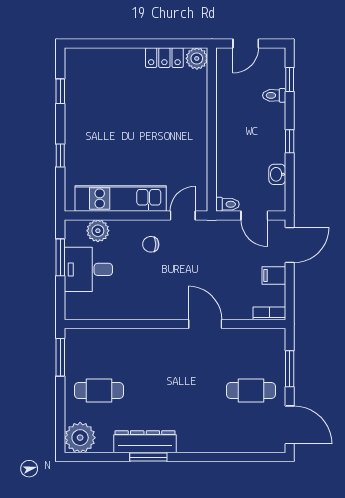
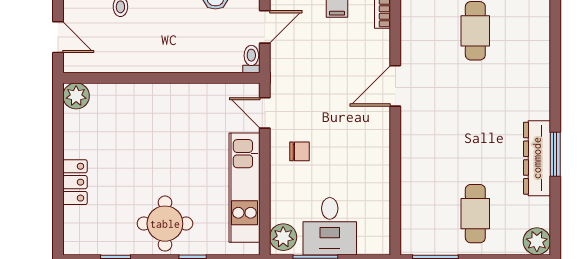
locker: (164, 58) -> (75, 182), moved
round table: (91, 132) -> (165, 224), added
plant: (98, 231) -> (283, 237), moved
chair: (151, 244) -> (300, 151), turned -90
plant: (80, 438) -> (537, 241), width x0.73, depth x0.73

